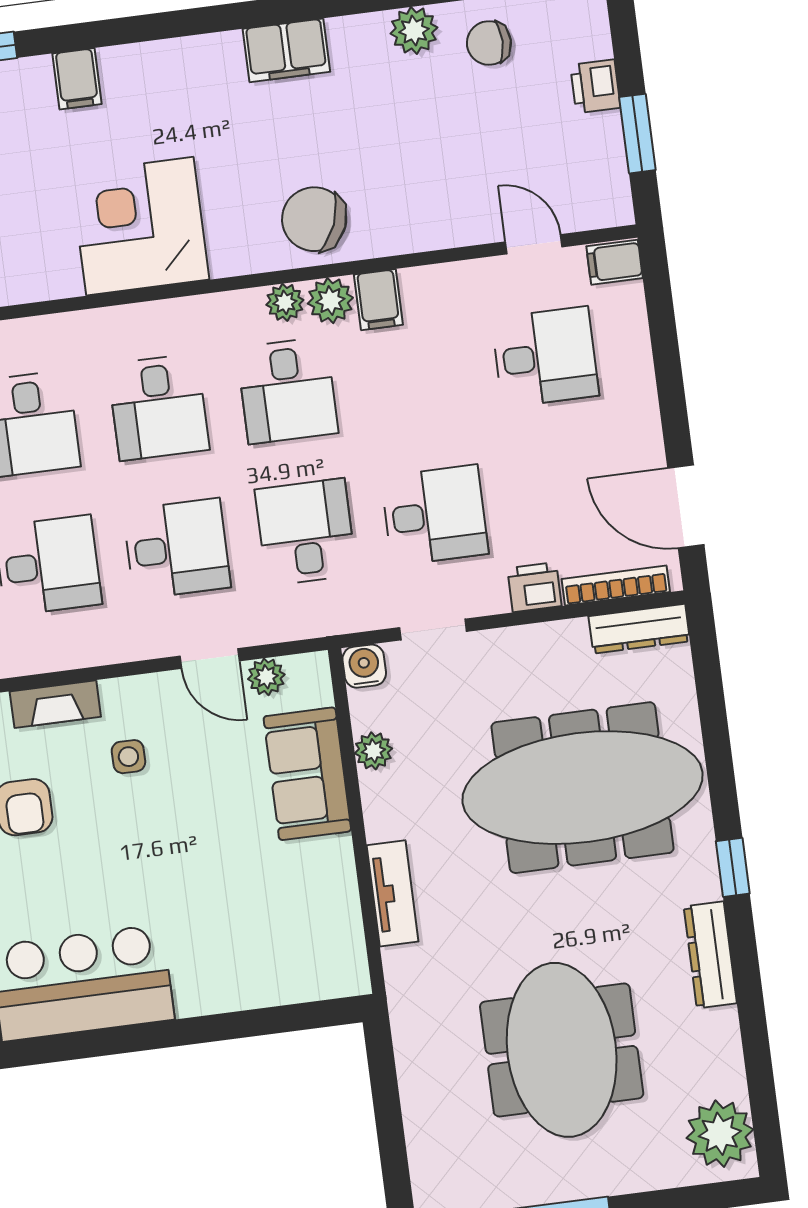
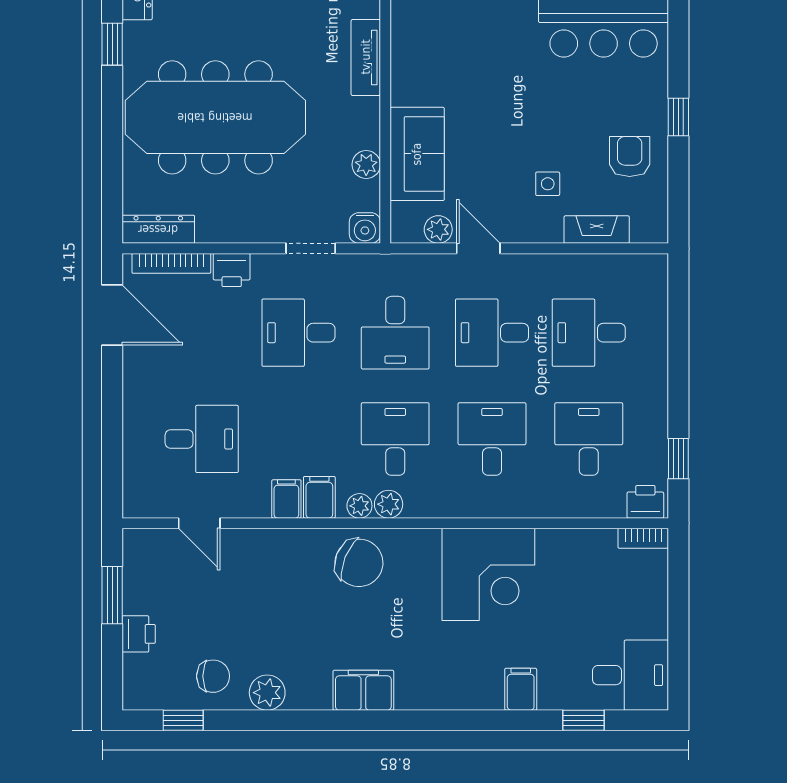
filing cabinet: (615, 262) -> (286, 499), moved, turned -90
plant: (330, 301) -> (359, 506), width x0.73, depth x0.73
desk: (545, 357) -> (202, 439), turned 180

